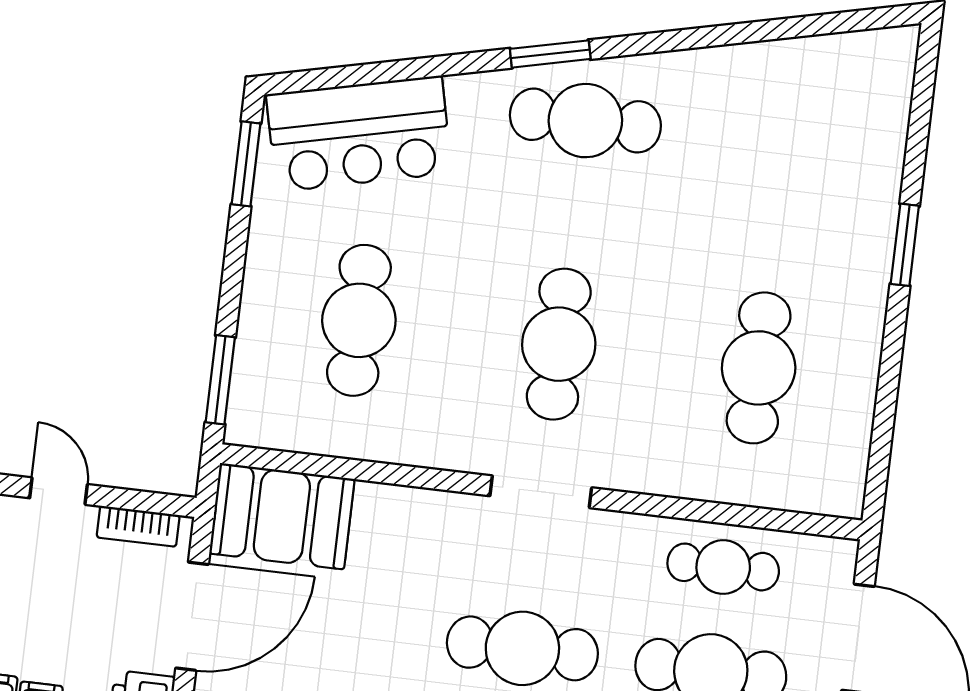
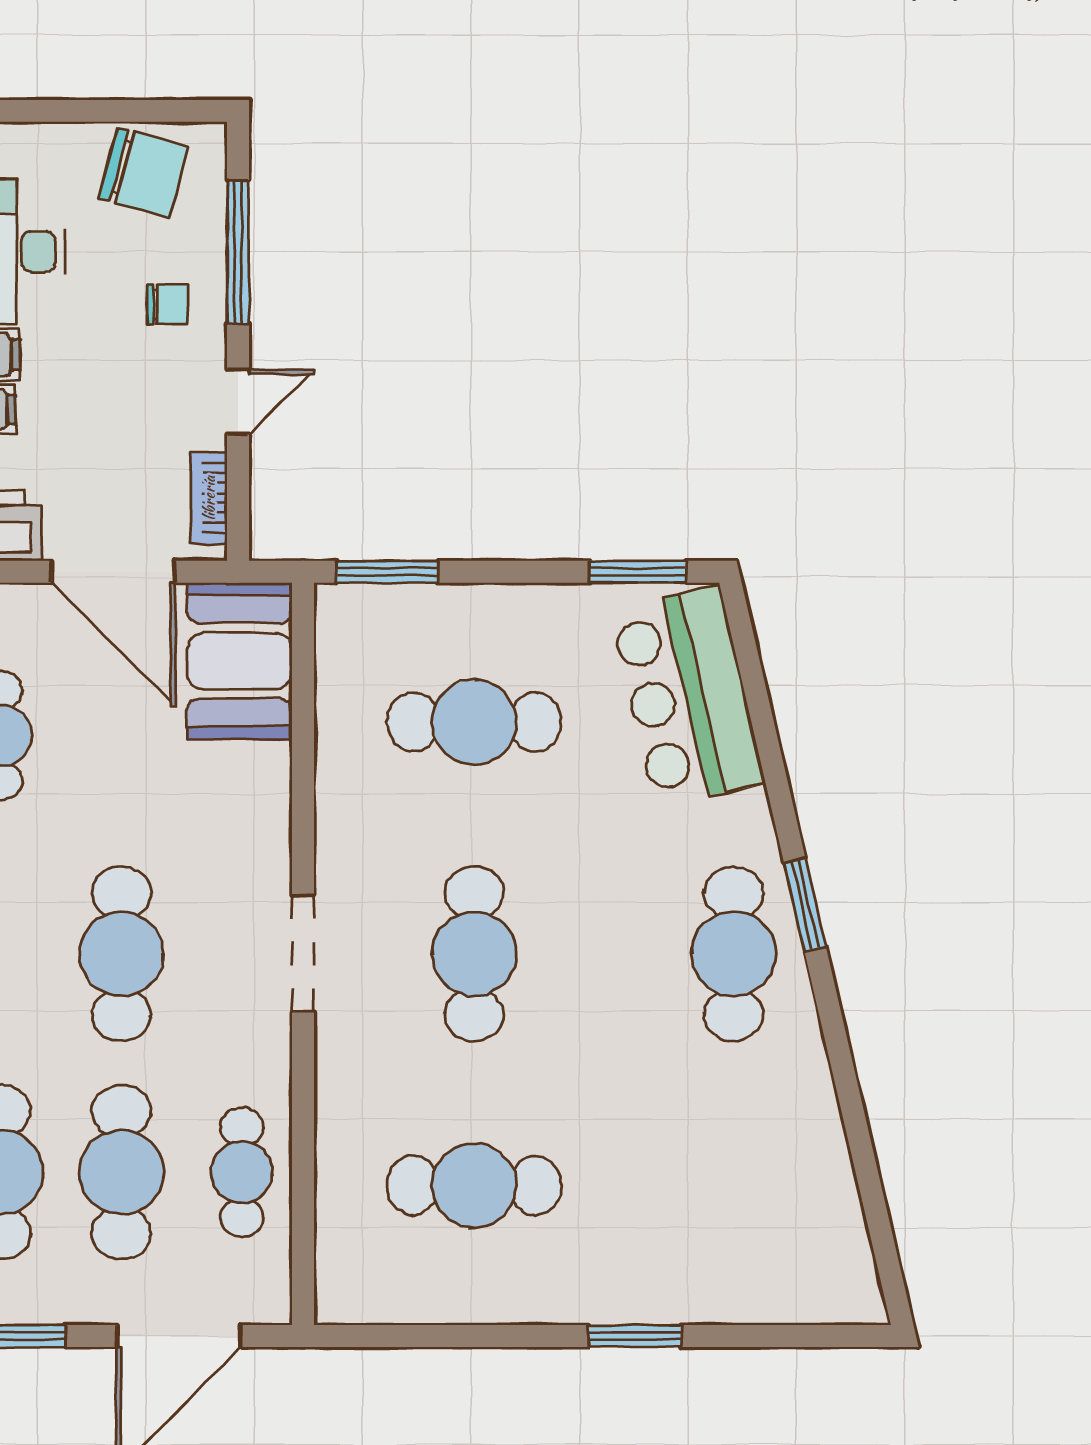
cafe table: (559, 344) -> (474, 954), turned 90

